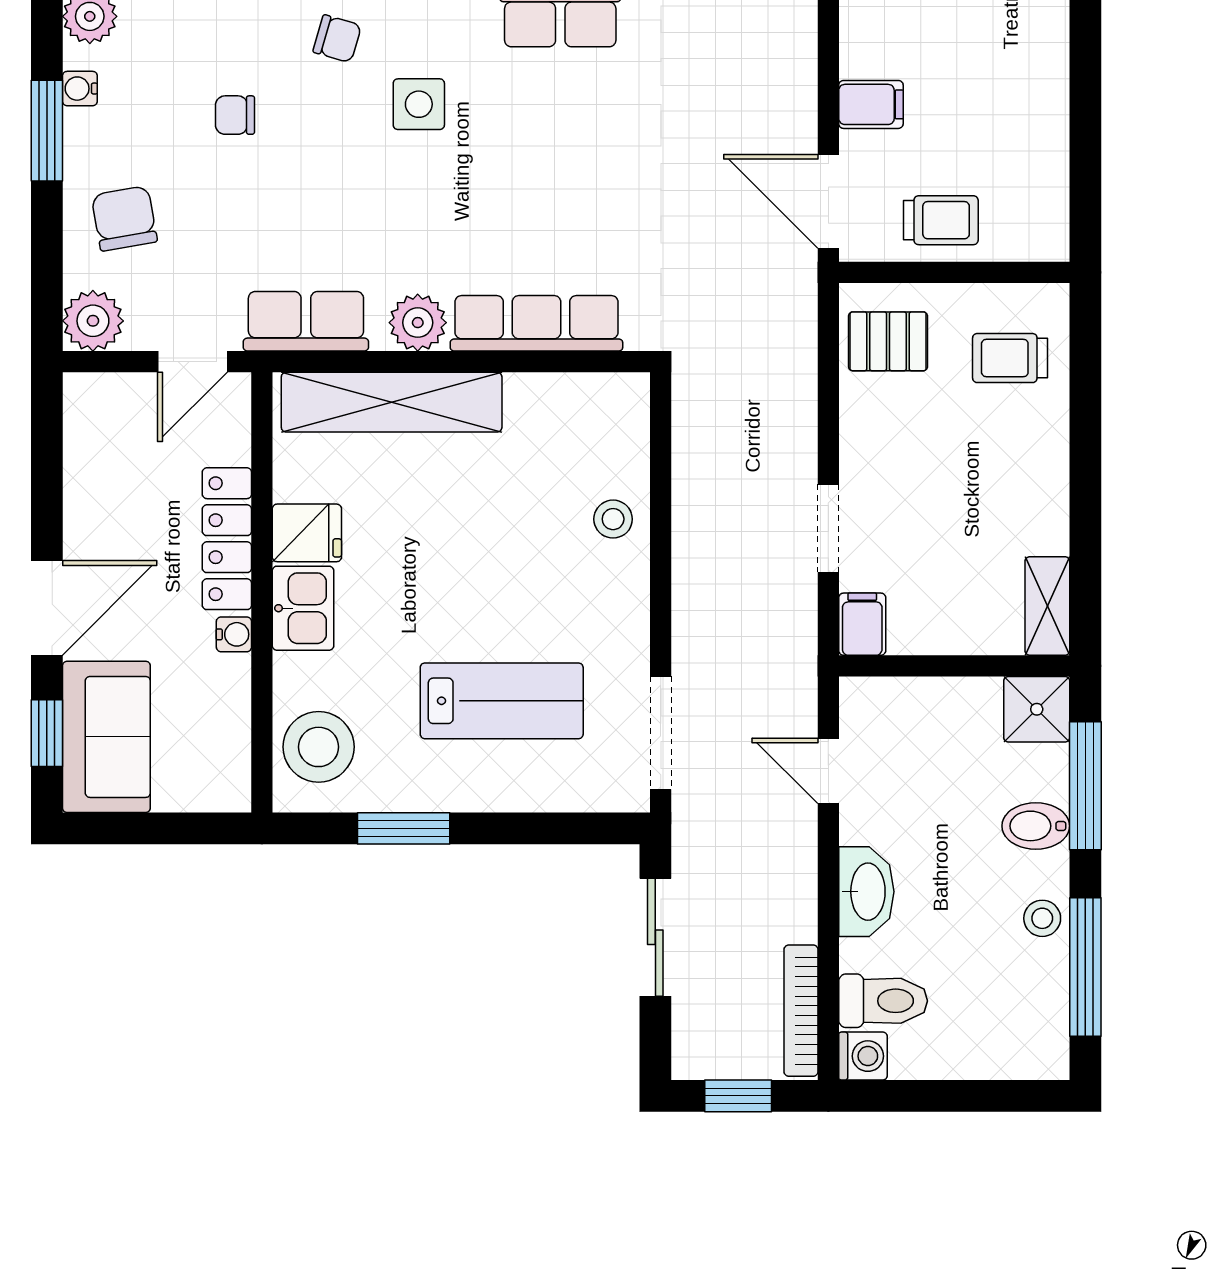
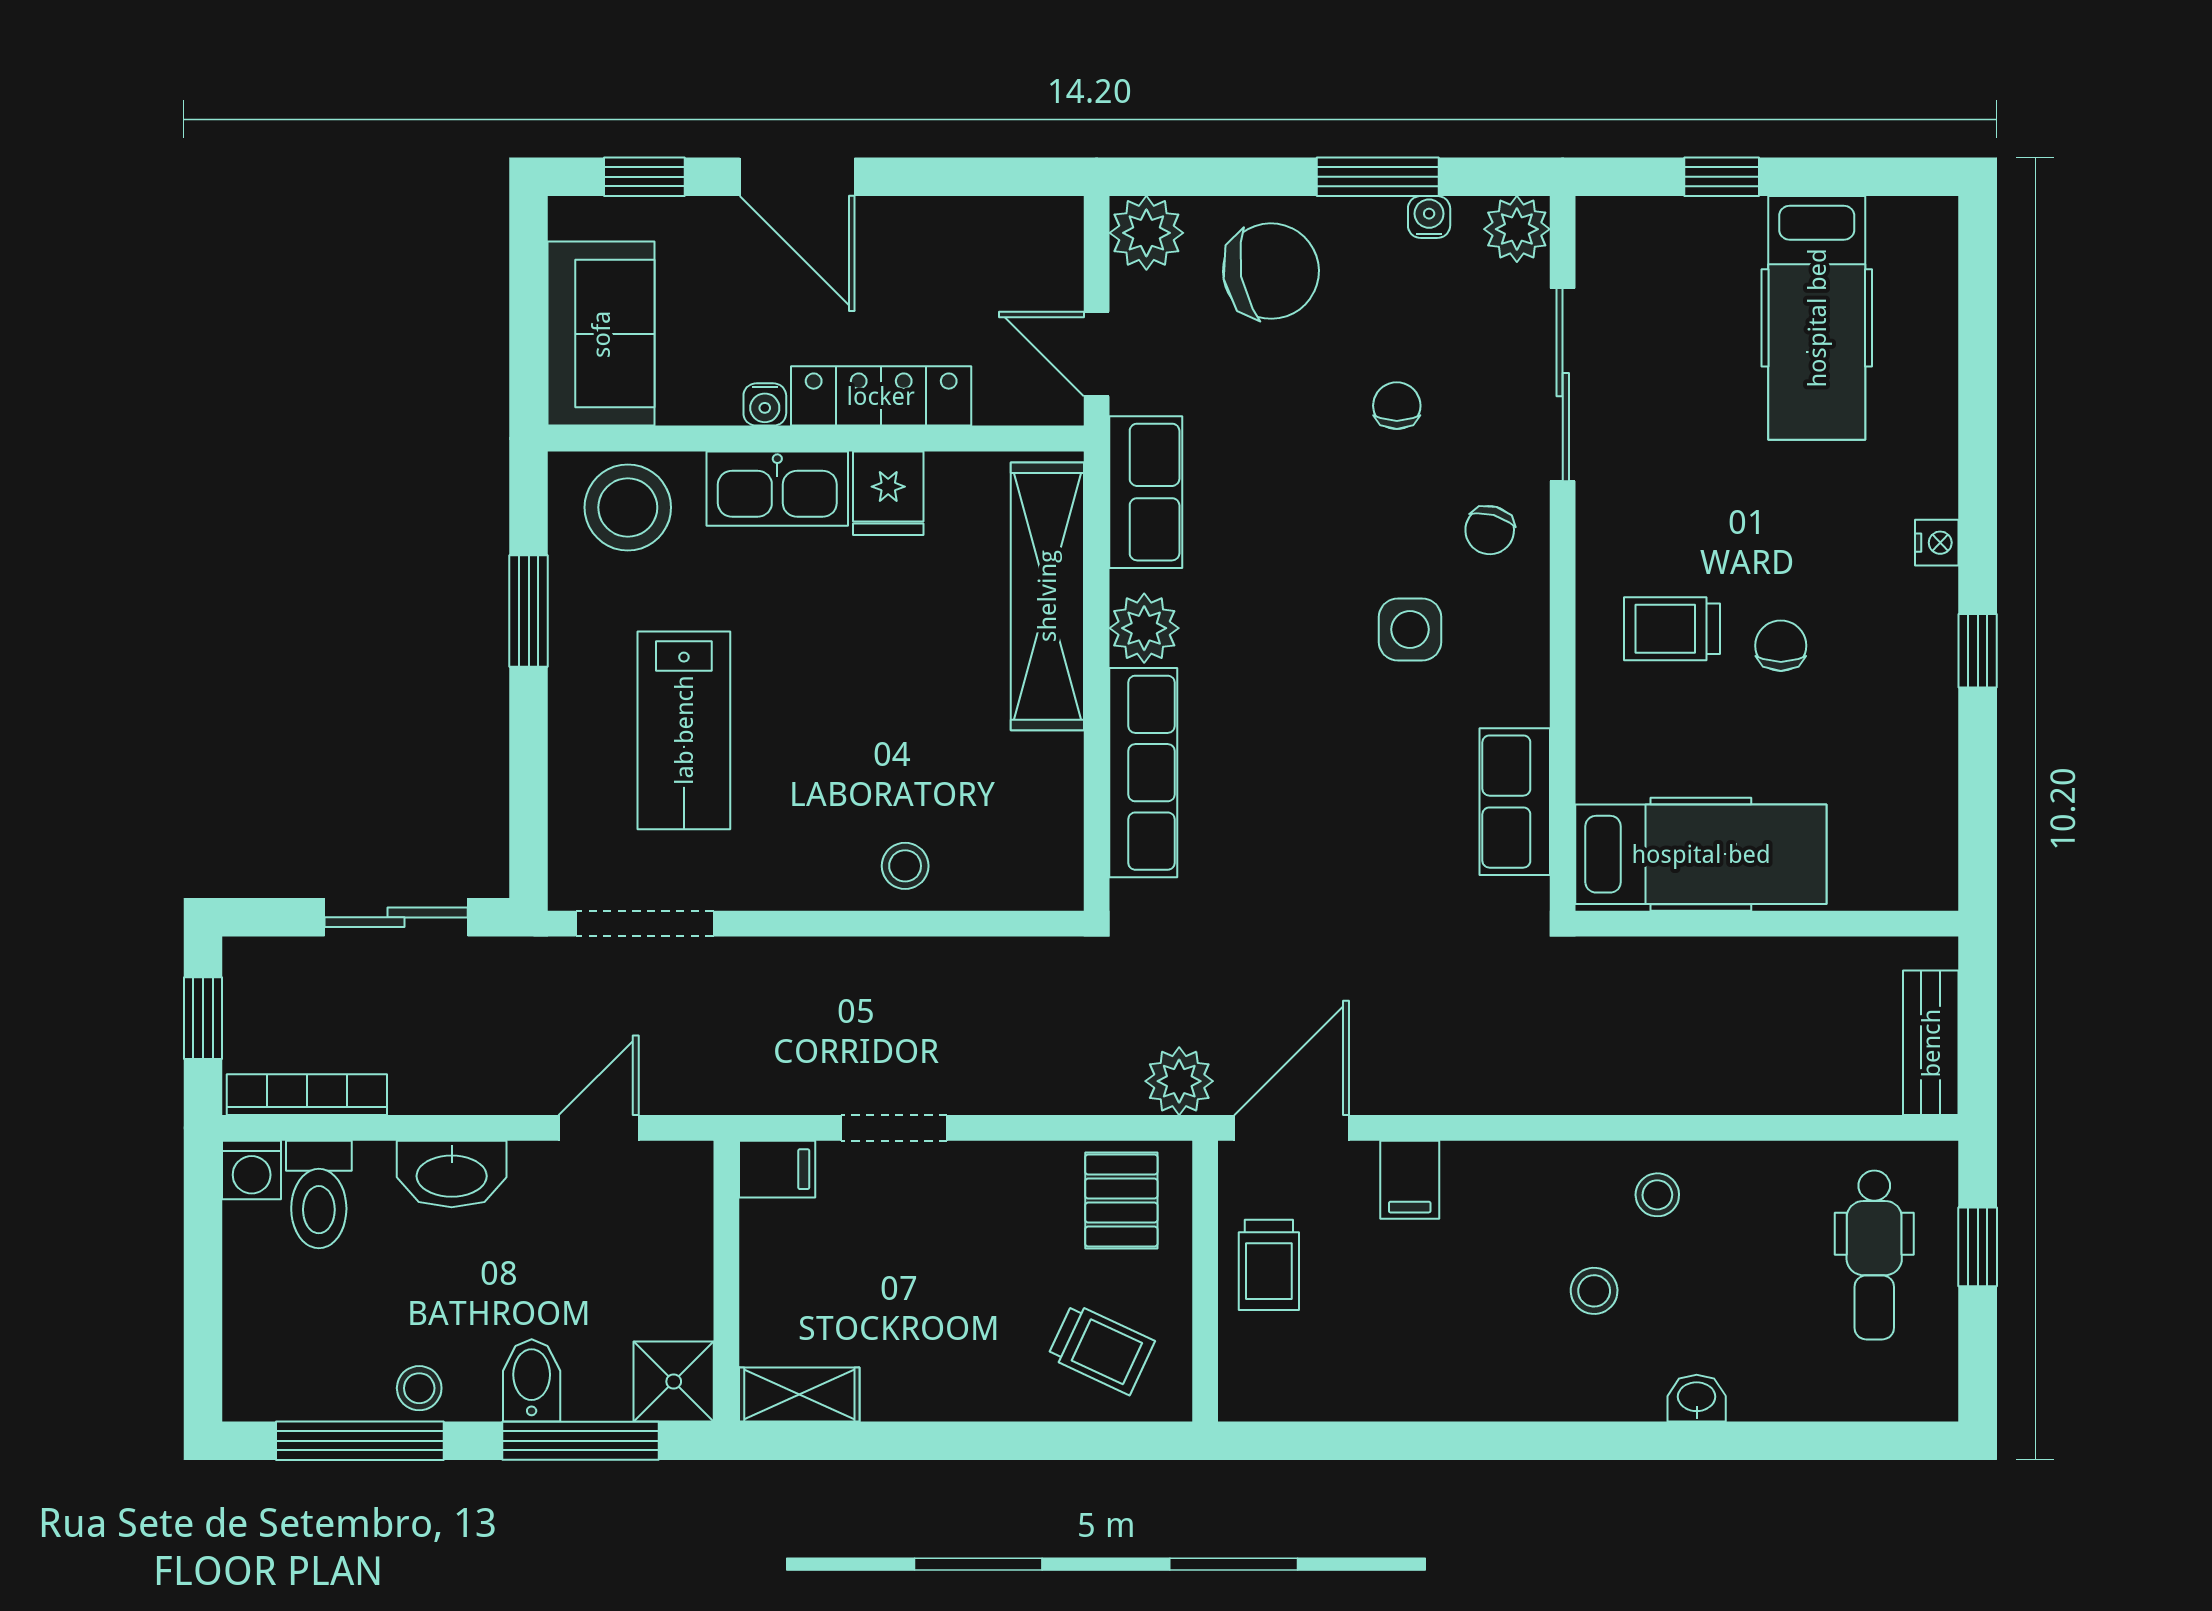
chair: (124, 218) -> (1271, 271), width x1.37, depth x1.37
plant: (790, 294) -> (1179, 1081), added
trolley: (1010, 358) -> (1101, 1349), turned 115
kitchen sink: (303, 608) -> (777, 489), width x1.38
sofa: (106, 737) -> (601, 334), moved, turned -90

